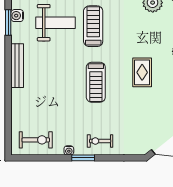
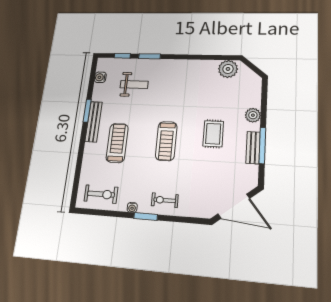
window: (8, 23) -> (87, 111), moved
weight bench: (56, 23) -> (134, 84), width x0.73, depth x0.75
treadmill: (93, 26) -> (117, 143), moved

